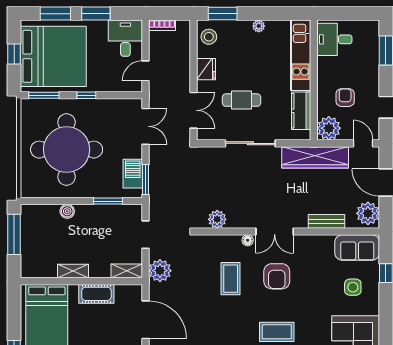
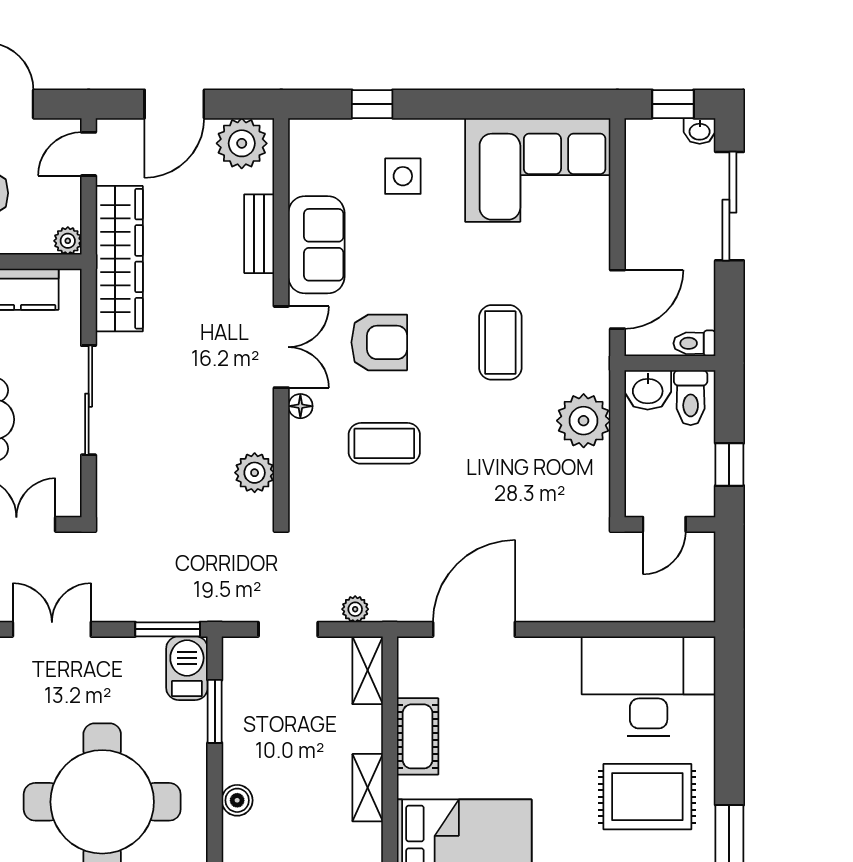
plant: (329, 128) -> (68, 241), width x0.53, depth x0.53
barbecue: (133, 174) -> (187, 668), moved, turned 90
sofa: (357, 248) -> (316, 245), moved
plant: (160, 271) -> (355, 609), width x0.53, depth x0.53

